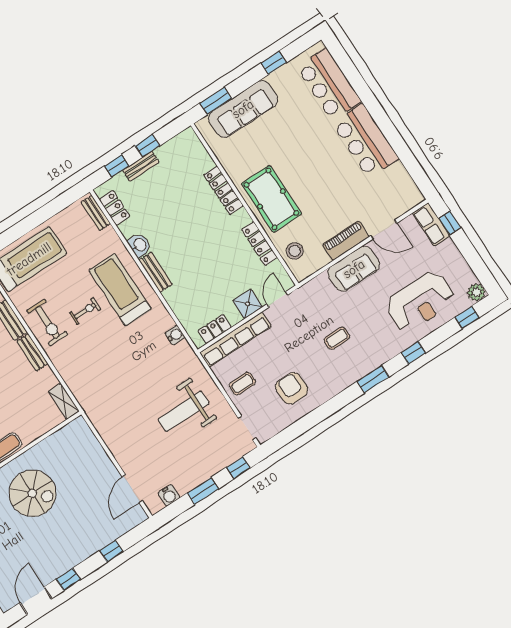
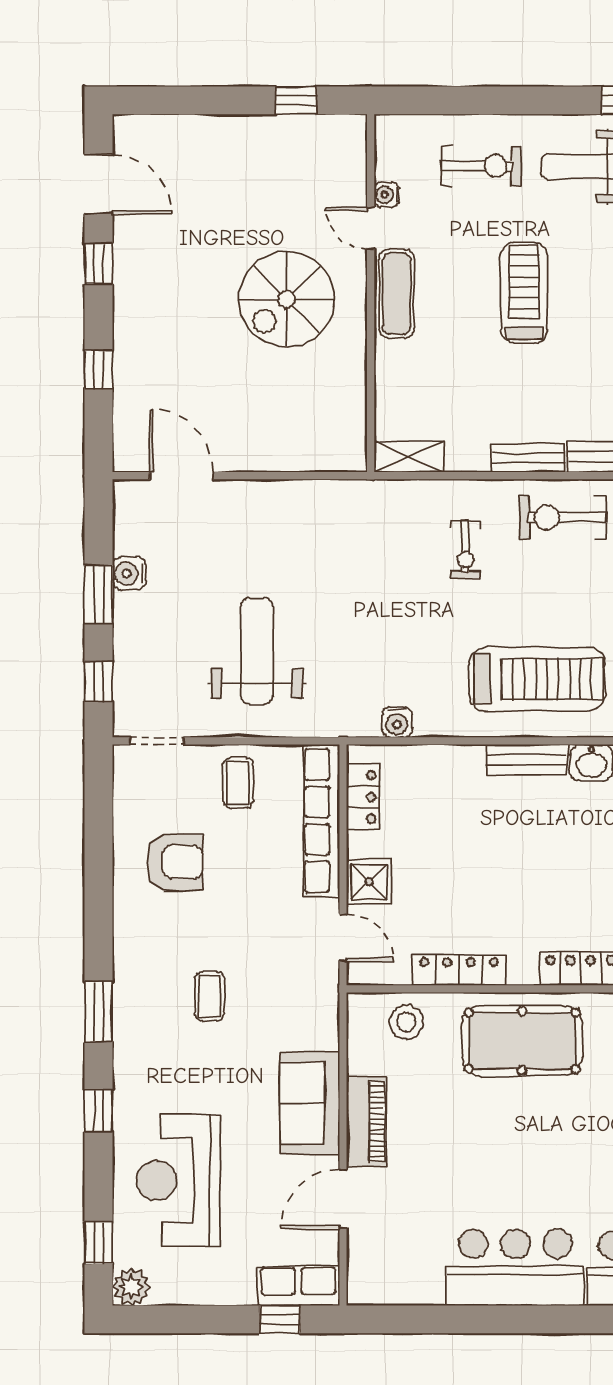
exercise bike: (85, 311) -> (465, 549), moved
water cooler: (169, 495) -> (129, 573), moved

